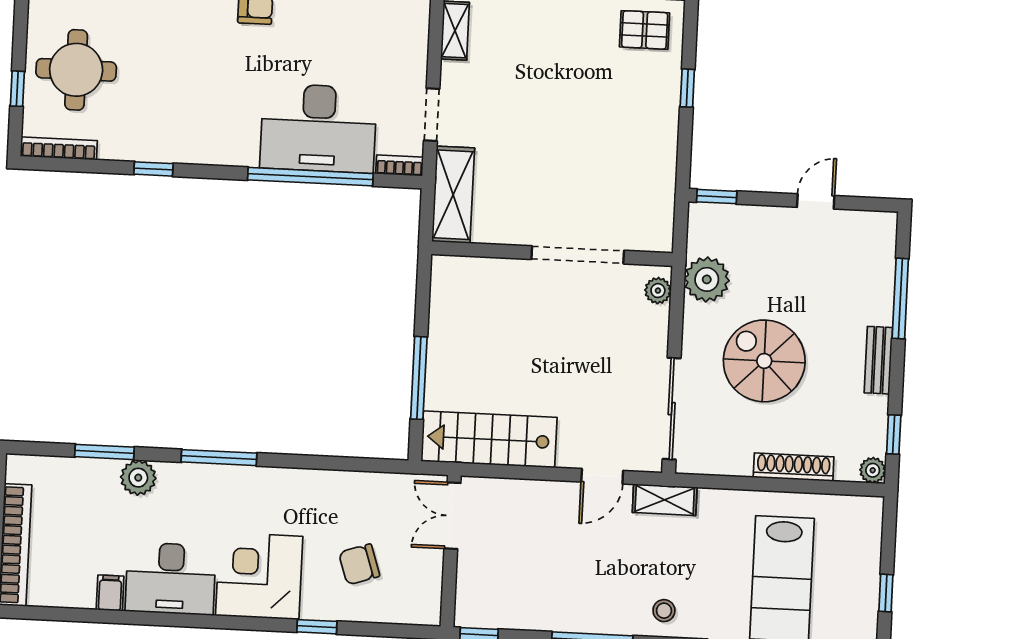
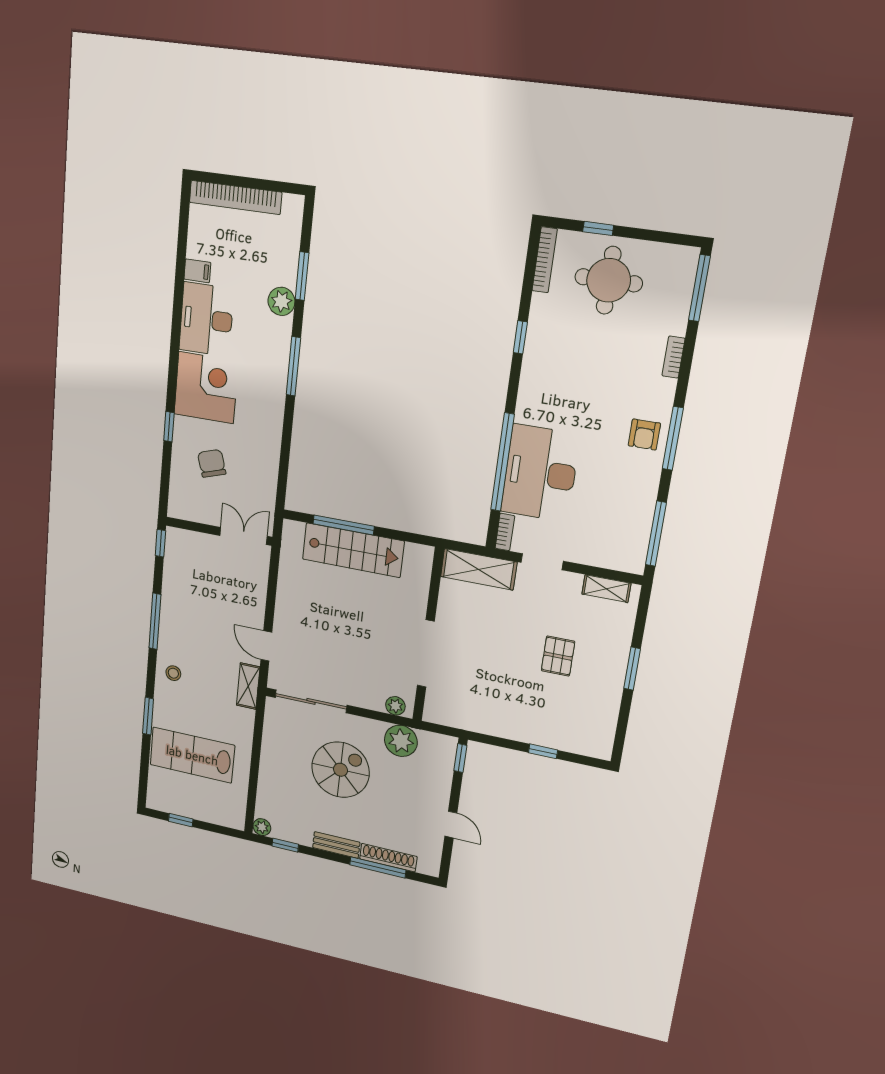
pallet: (645, 30) -> (558, 656), moved
stairs: (489, 439) -> (353, 550), moved, turned 90
shoe rack: (794, 467) -> (388, 858), moved, turned -90

